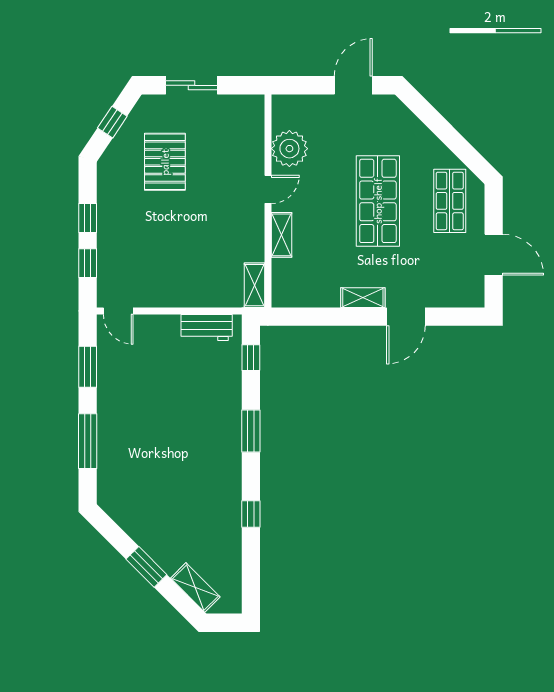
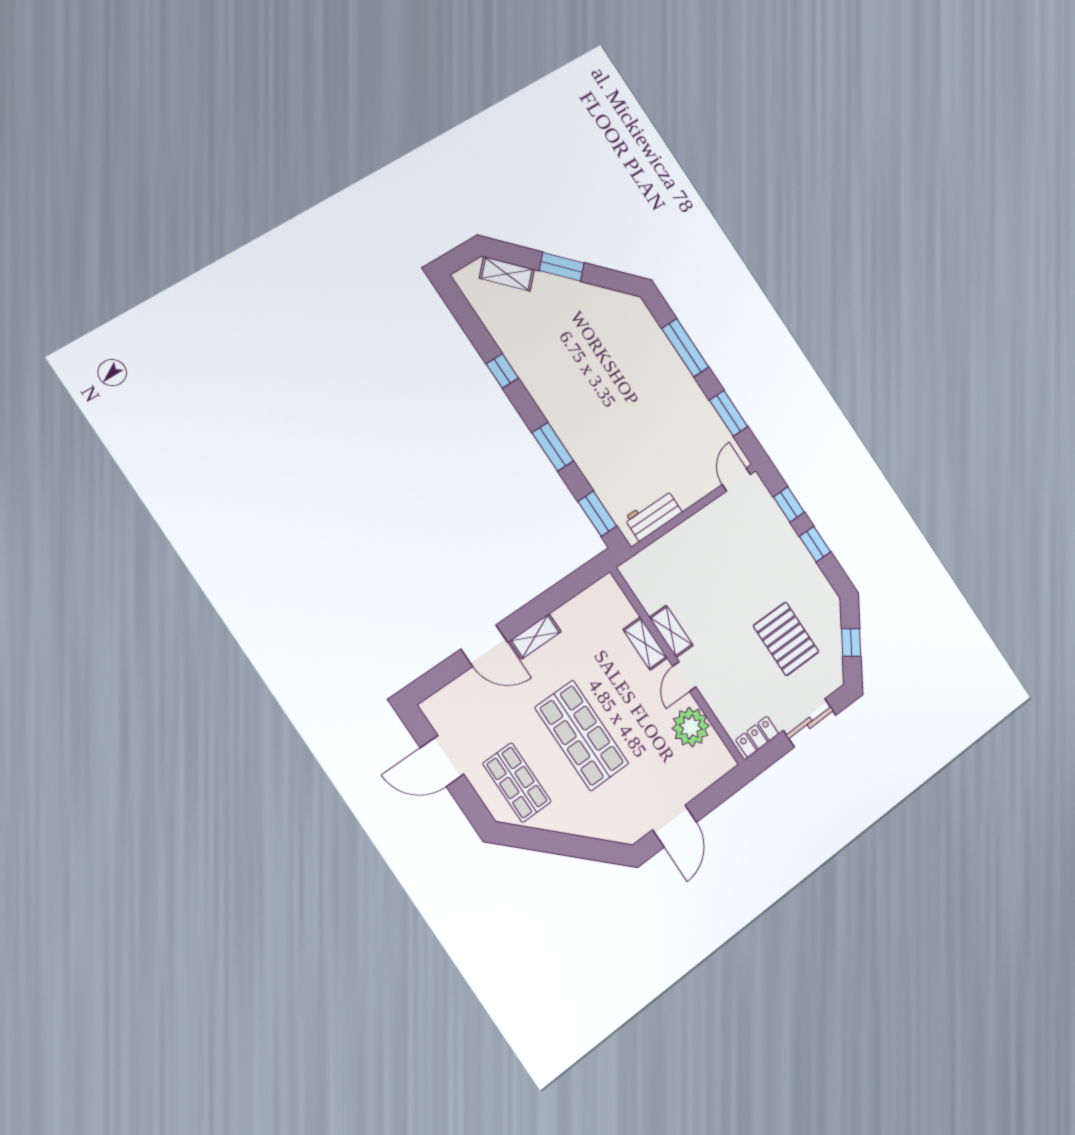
locker: (242, 104) -> (757, 737), added
shelving: (254, 285) -> (671, 631), moved
door: (118, 311) -> (736, 480), hinge flipped
door: (406, 317) -> (484, 646), swing flipped
window: (251, 358) -> (597, 514), width x1.50

